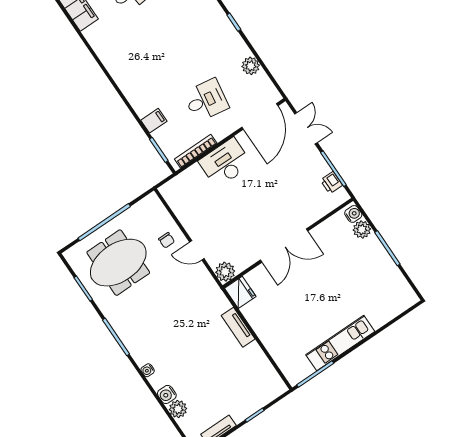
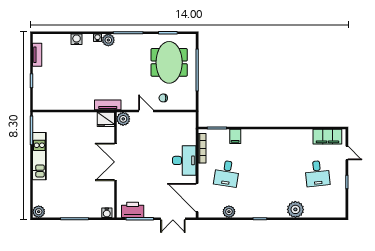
printer: (331, 183) -> (133, 210), width x1.87, depth x1.48
plant: (362, 229) -> (39, 212), moved
door: (197, 250) -> (146, 111), hinge flipped
tv unit: (238, 327) -> (108, 105), moved
plant: (178, 409) -> (108, 40), moved

